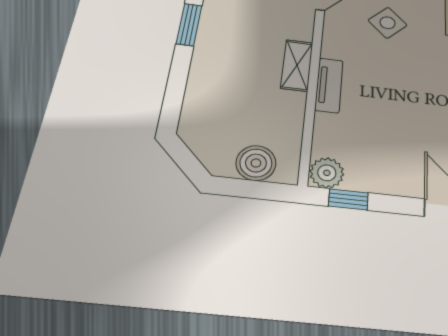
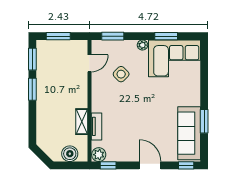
shelving: (297, 65) -> (82, 122), moved
tv unit: (329, 85) -> (96, 126), moved

